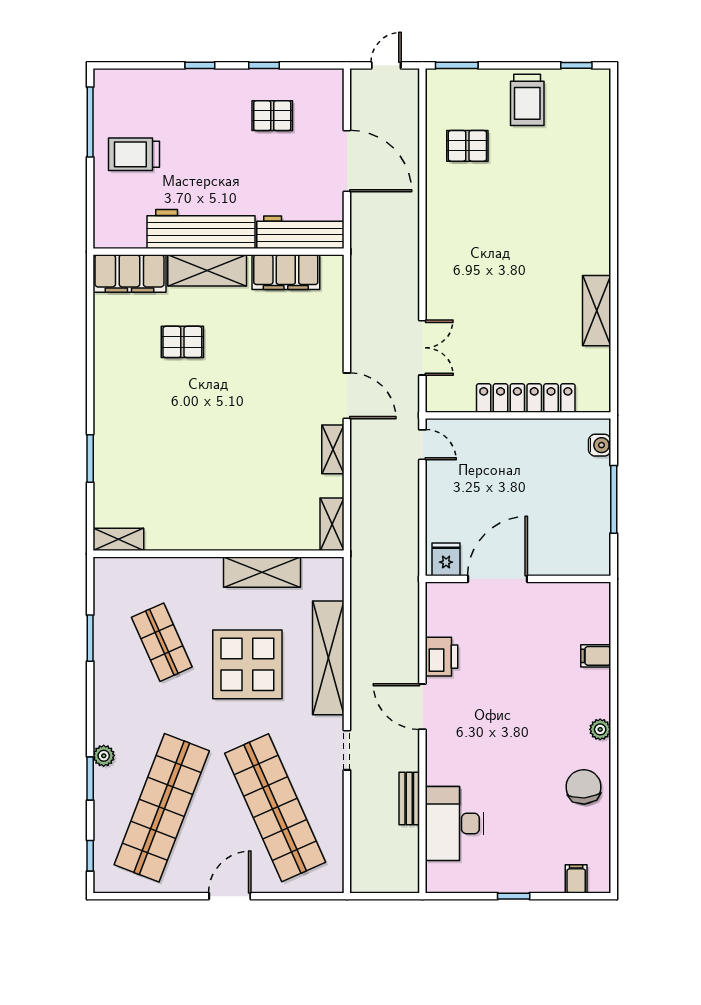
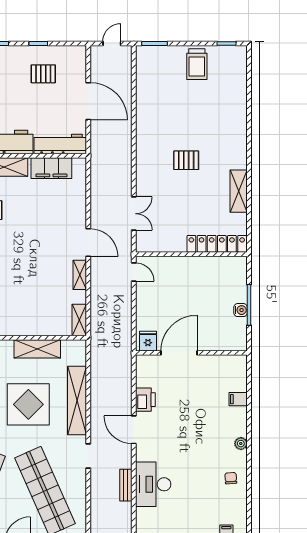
pallet: (467, 146) -> (186, 160), moved
locker: (526, 398) -> (217, 244), moved
water cooler: (600, 445) -> (241, 310), moved
chair: (584, 787) -> (231, 478), width x0.54, depth x0.54
desk: (455, 824) -> (153, 484), moved

